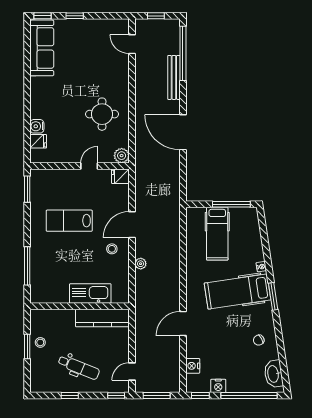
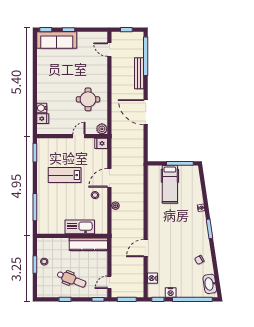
sofa: (42, 48) -> (57, 40), moved, turned 90
hospital bed: (238, 291) -> (184, 225), removed

